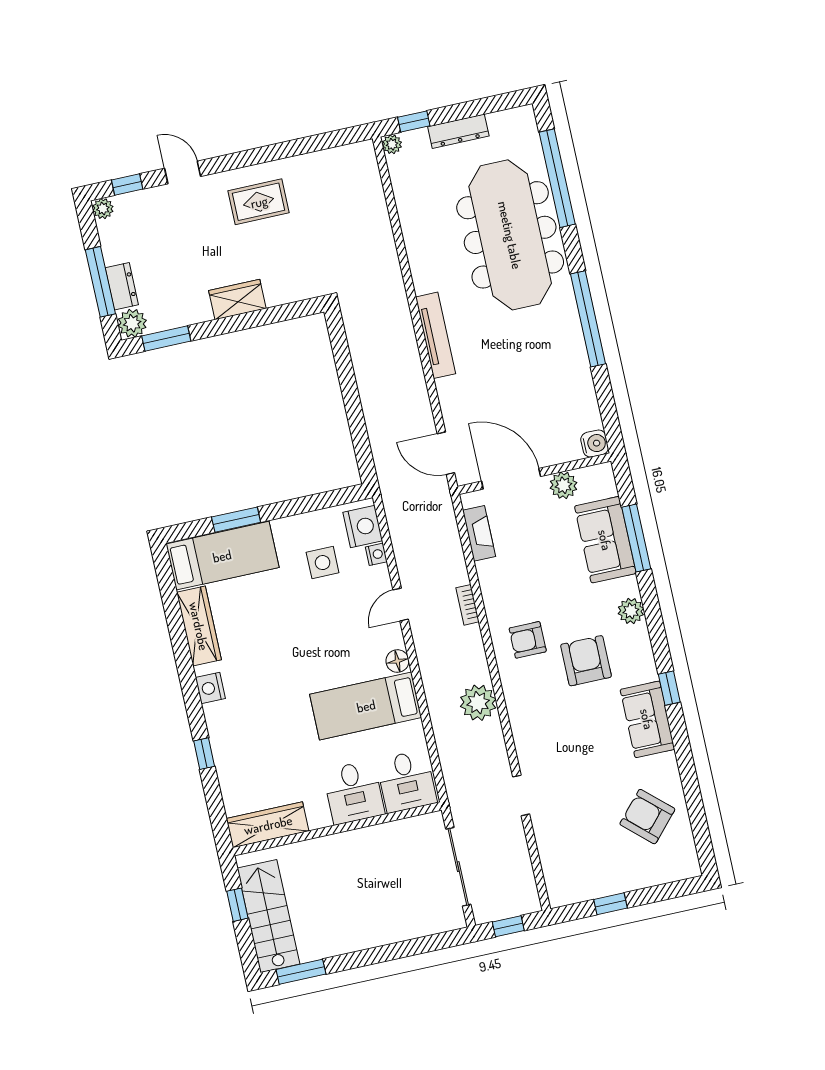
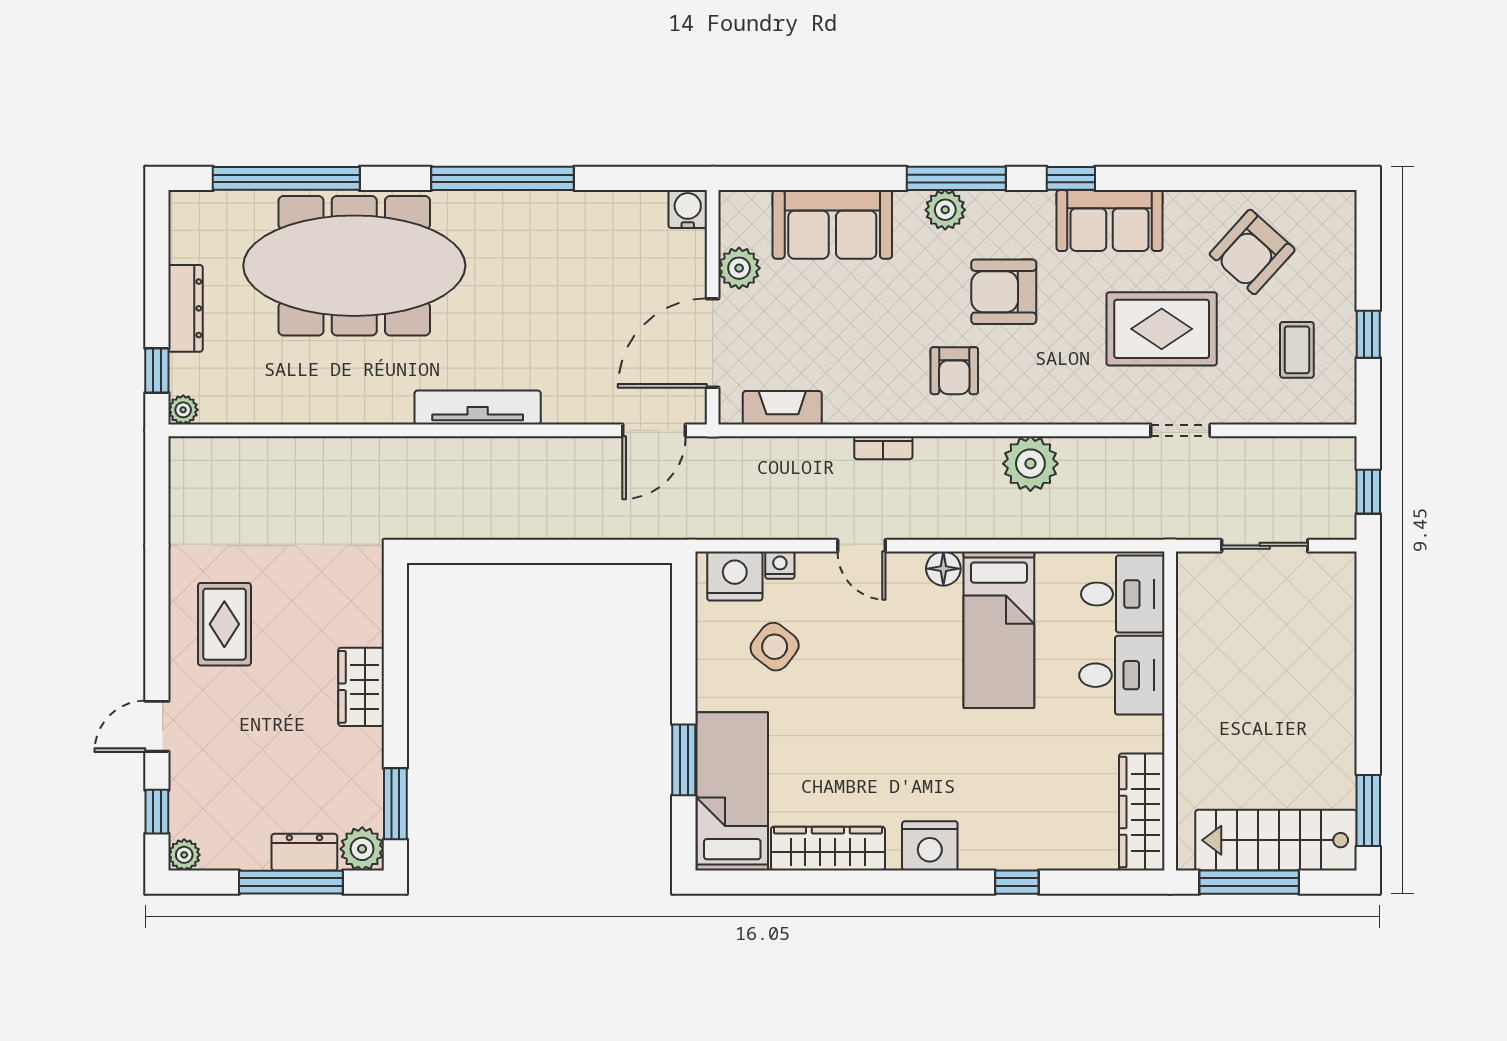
window: (636, 538) -> (956, 178), moved
side table: (323, 563) -> (775, 647), turned 38
nightstand: (210, 688) -> (930, 846), width x1.36, depth x1.33
rug: (584, 769) -> (1162, 329), added
coffee table: (590, 860) -> (1297, 350), added
sliding door: (458, 867) -> (1265, 546), width x0.73
window: (237, 905) -> (1249, 882), width x2.17

